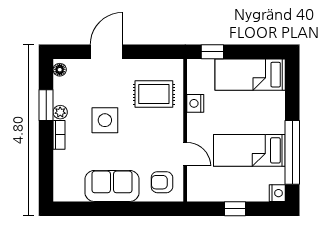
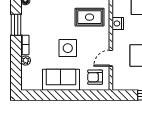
plant: (60, 112) -> (26, 61), moved
side table: (105, 120) -> (68, 48), moved
door: (185, 154) -> (111, 58), swing flipped

